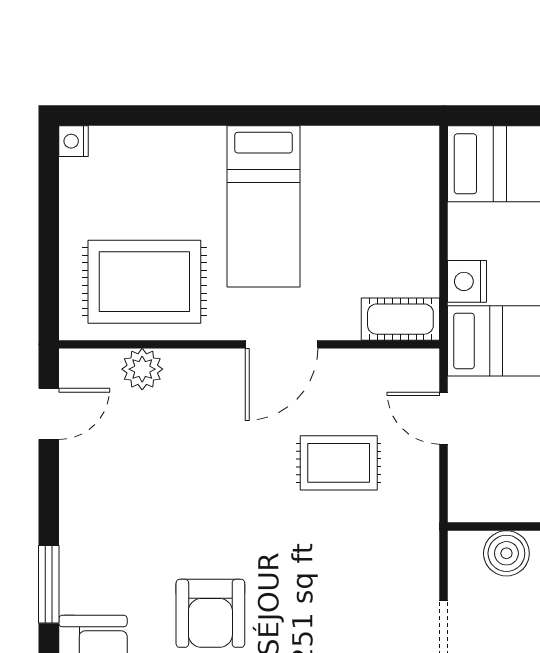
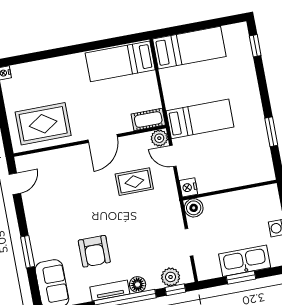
bed: (264, 206) -> (120, 61), moved, turned 90
nightstand: (467, 281) -> (188, 187), moved
plant: (142, 369) -> (159, 138), moved
boiler: (506, 553) -> (194, 208), moved

